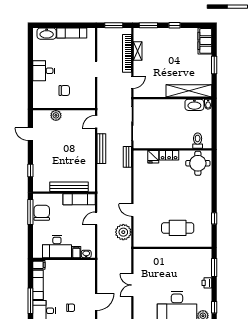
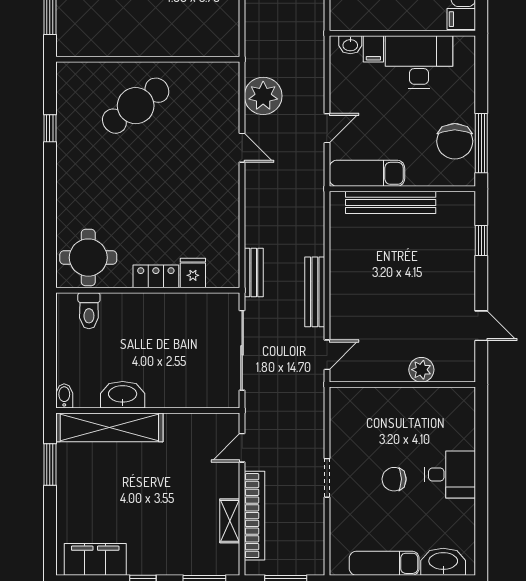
filing cabinet: (205, 41) -> (95, 559), moved, turned -90
window: (214, 65) -> (50, 464), moved
chair: (64, 91) -> (394, 479), moved
washbasin: (194, 105) -> (123, 395), moved
cafe table: (178, 228) -> (136, 106), turned -36

